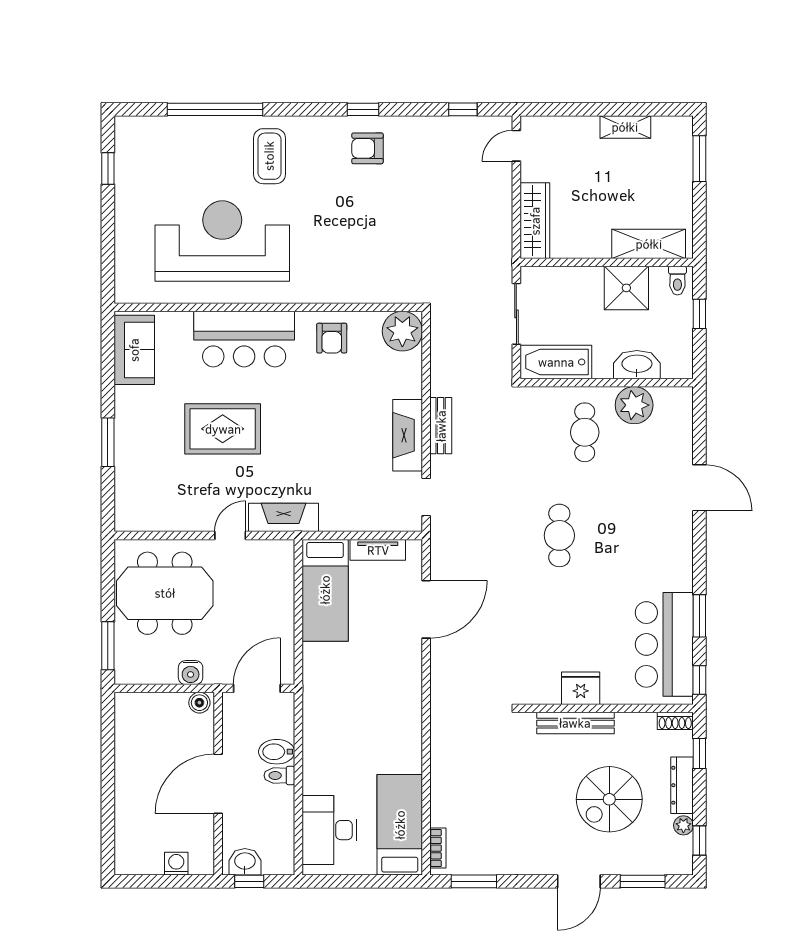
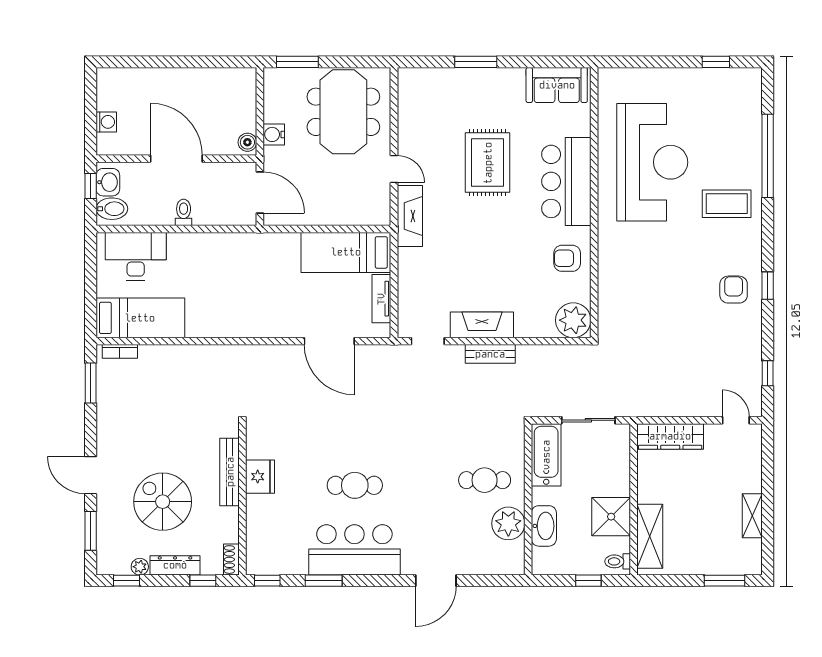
cafe table: (559, 535) -> (355, 485), moved
bar counter: (664, 644) -> (354, 550), moved
bidet: (277, 752) -> (112, 209), moved, turned 90

